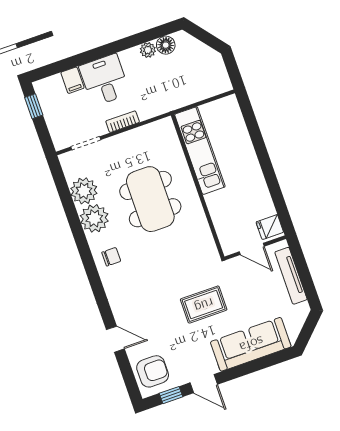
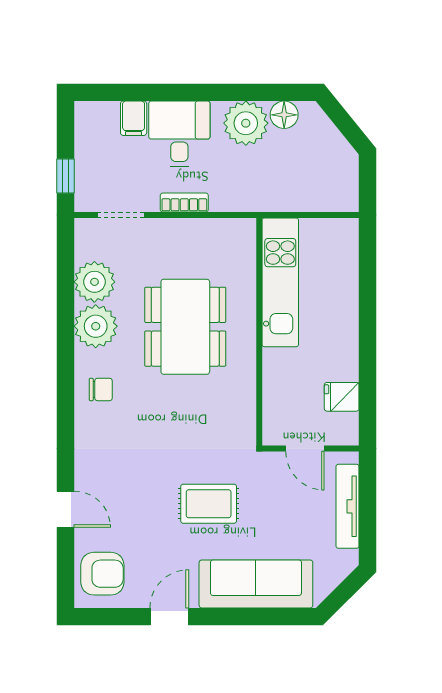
plant: (148, 50) -> (246, 123), width x1.87, depth x1.87
window: (34, 106) -> (65, 176), moved
fridge: (270, 227) -> (342, 397), moved
door: (204, 384) -> (169, 617), swing flipped
window: (171, 395) -> (117, 617), removed

